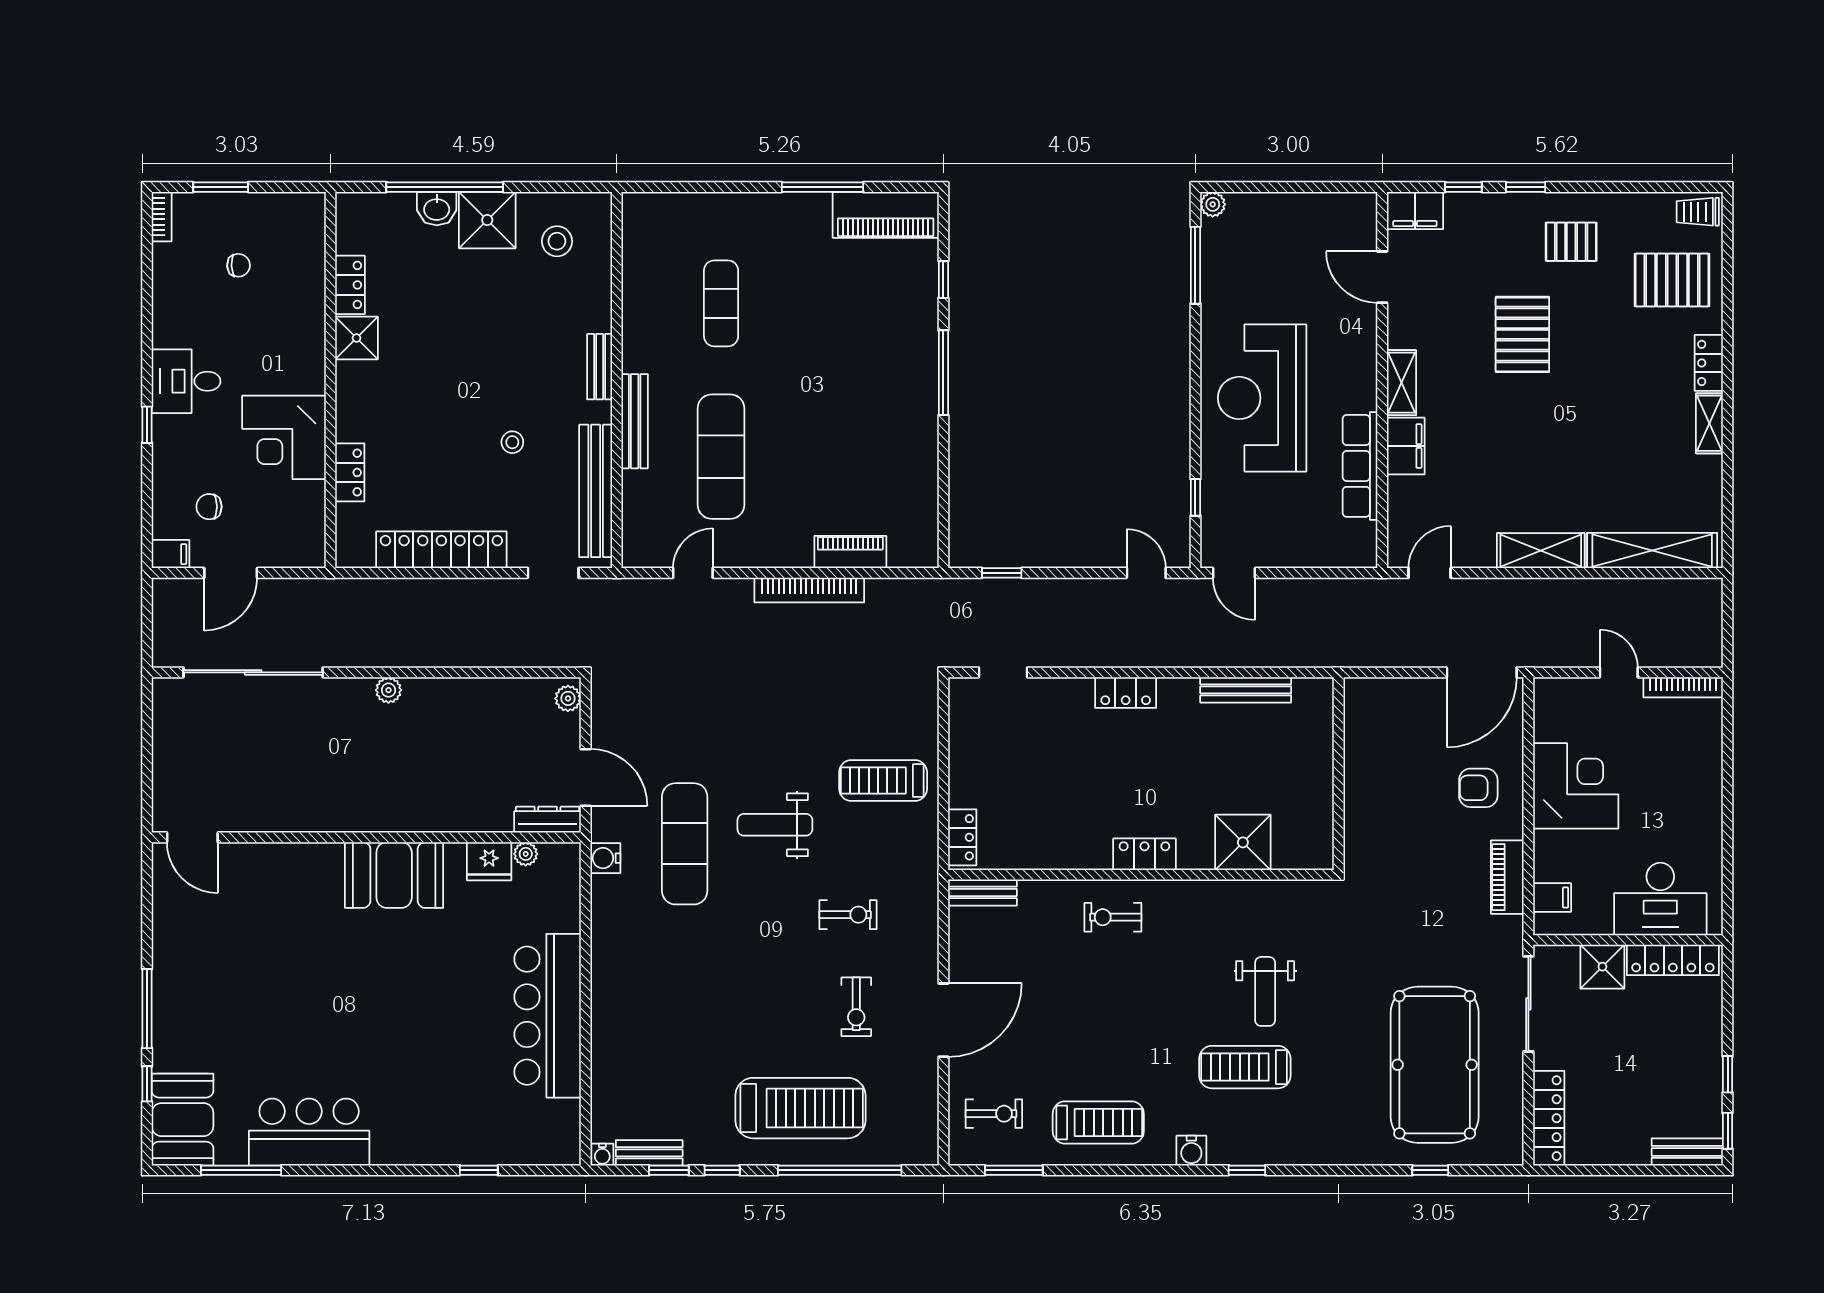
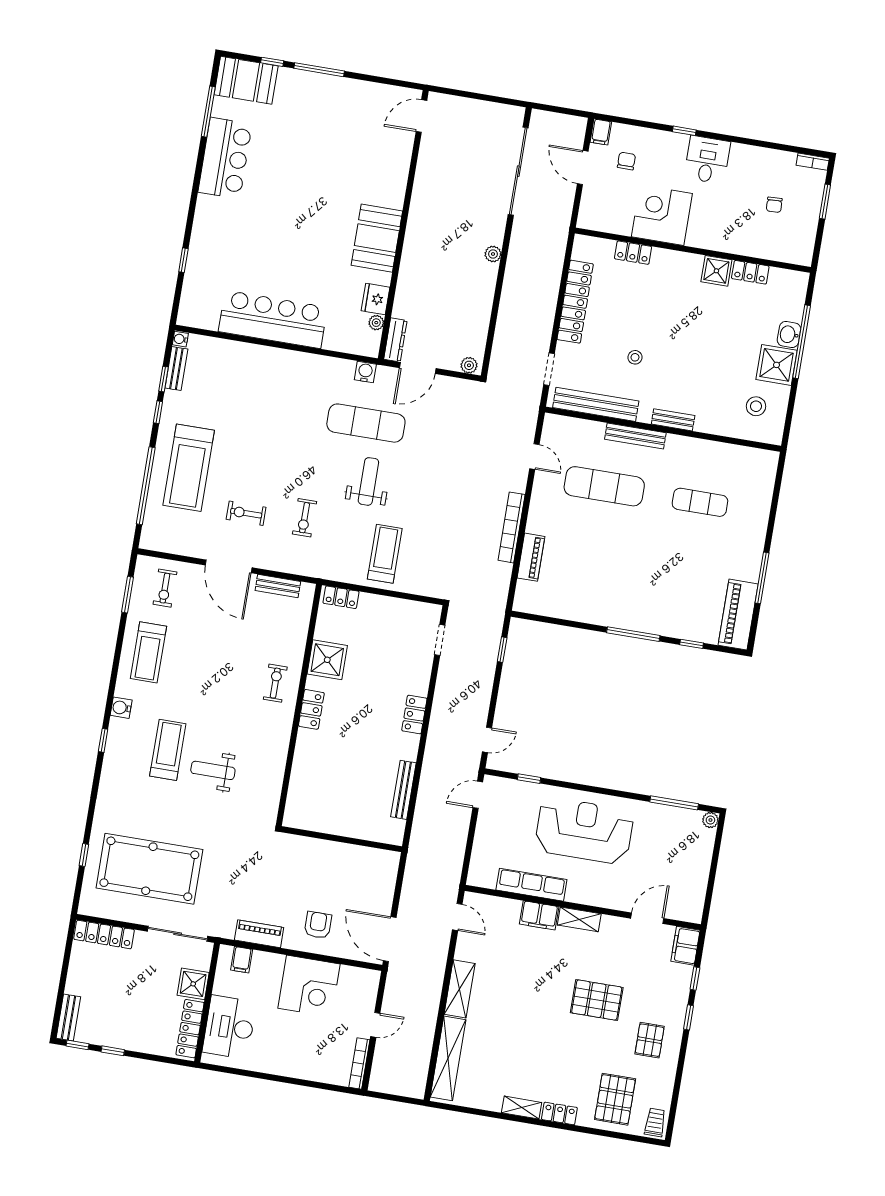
shower: (1243, 842) -> (327, 660), moved
bench: (982, 892) -> (278, 586), moved, turned 90

